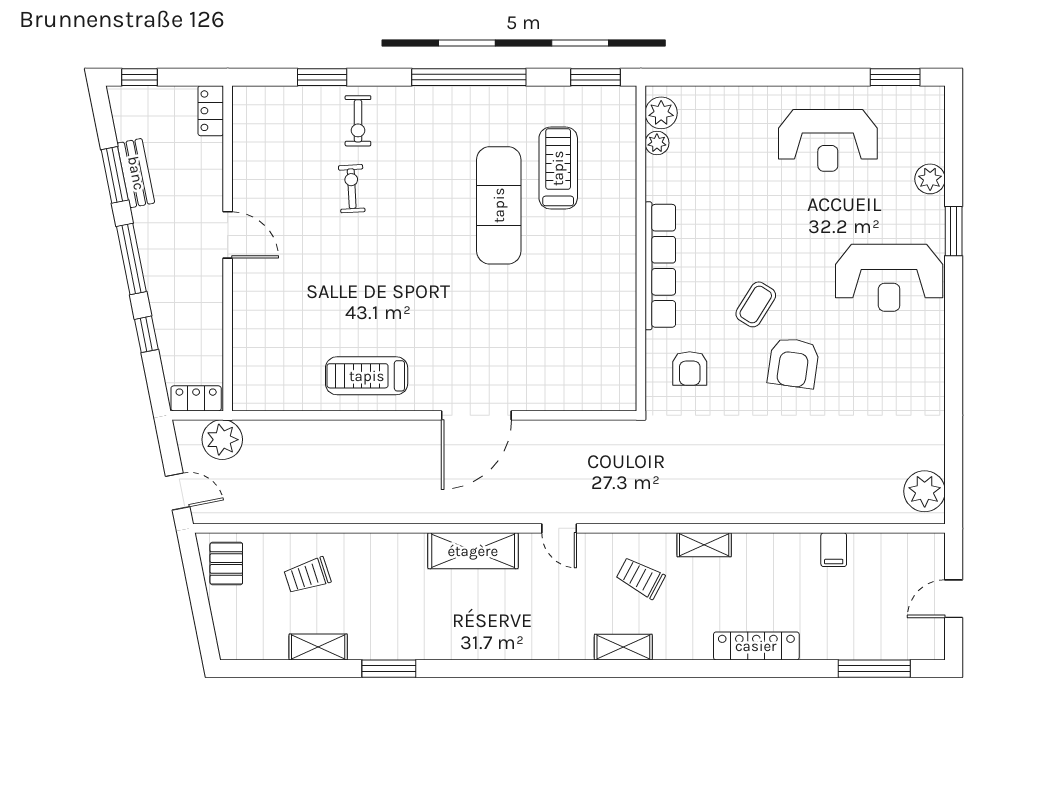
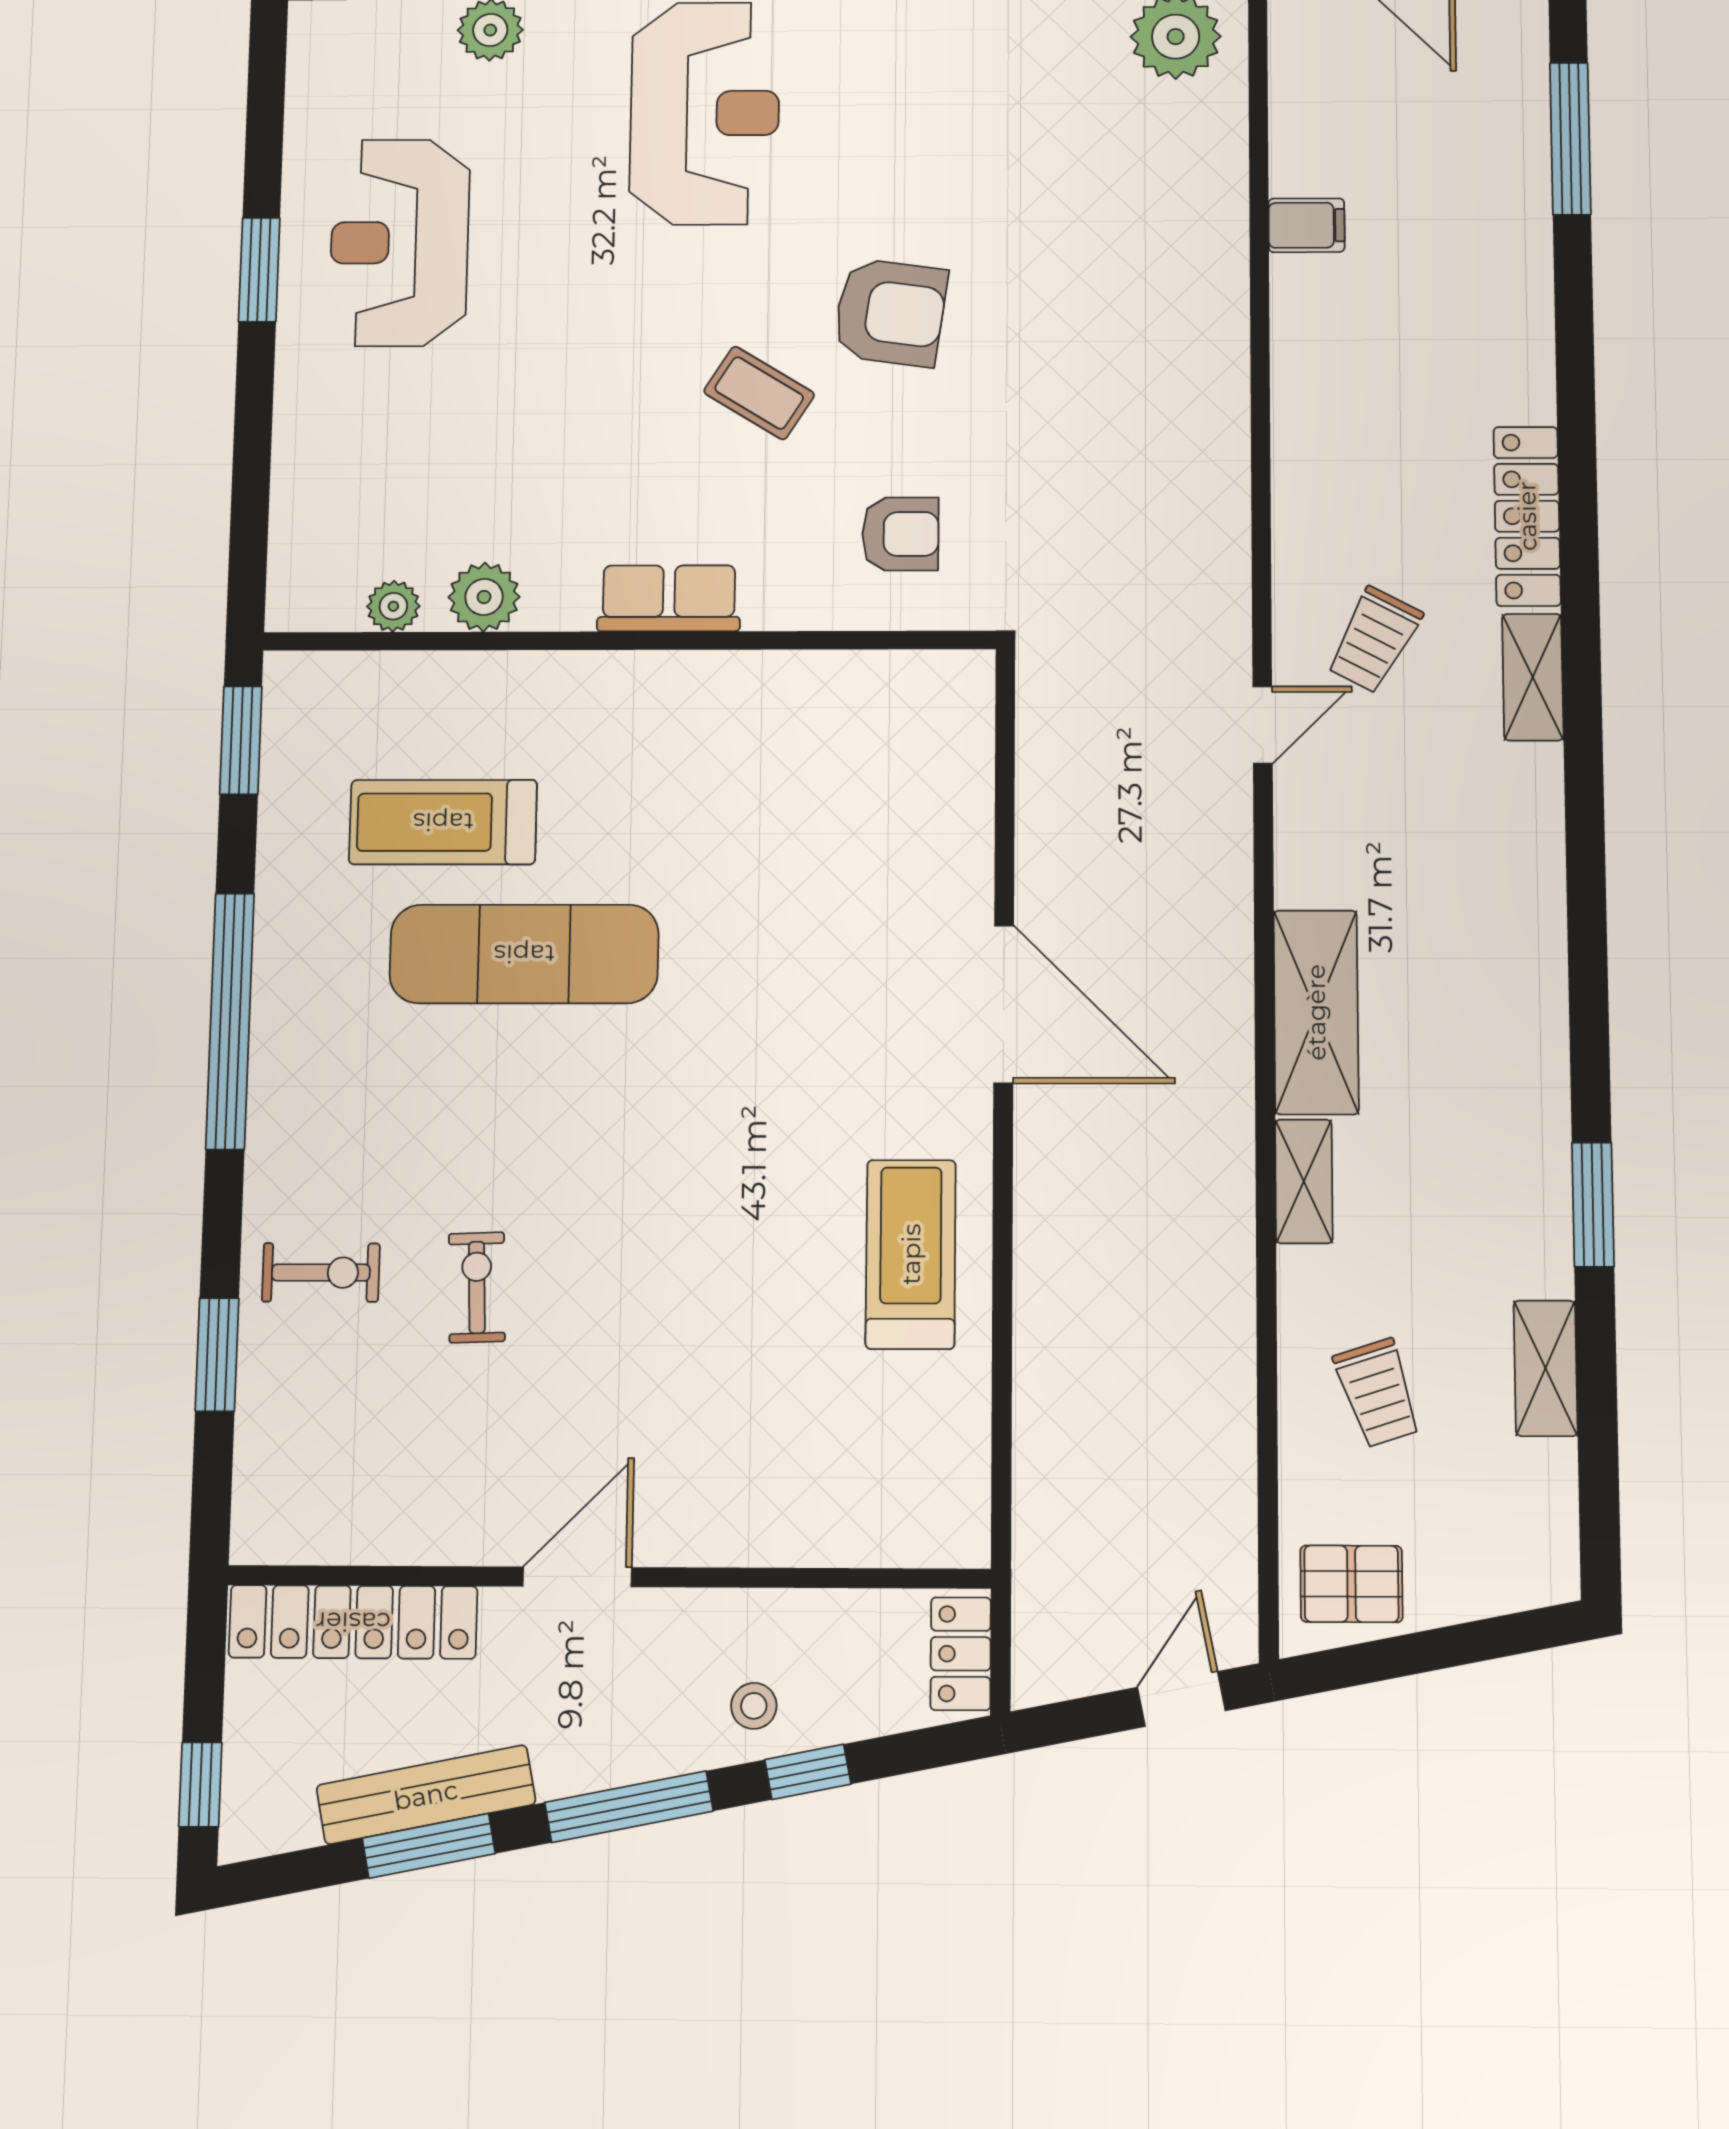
window: (895, 77) -> (259, 270), moved
locker: (211, 111) -> (353, 1622), width x2.16, depth x1.21
plant: (661, 113) -> (484, 597), moved
reception desk: (828, 140) -> (399, 243), turned 180
bench: (136, 173) -> (426, 1795), width x1.36
exercise bike: (352, 189) -> (477, 1287), turned 91
row of seats: (660, 266) -> (669, 598), width x0.50
stool: (174, 311) -> (754, 1706), added
treadmill: (367, 376) -> (911, 1254), turned 180
plant: (222, 440) -> (1058, 1592), removed
door: (559, 528) -> (1263, 725), moved
shelving: (704, 545) -> (1304, 1181), moved
locker: (756, 646) -> (1527, 516), moved

